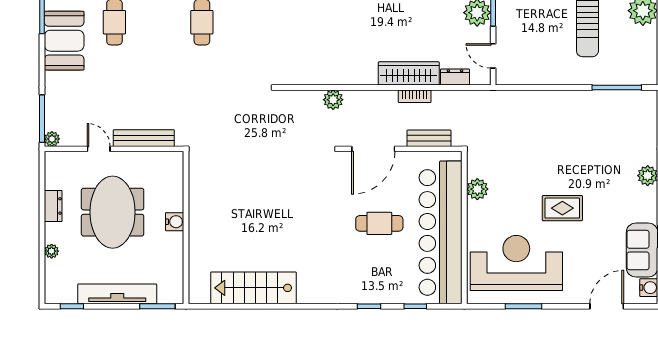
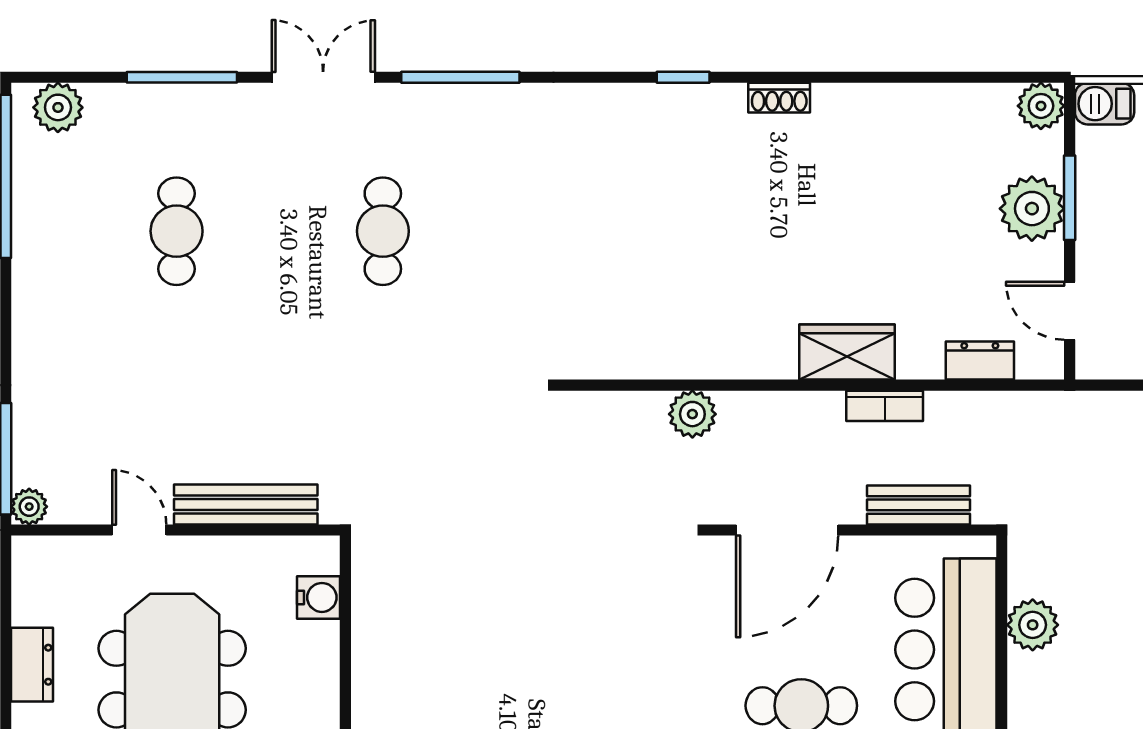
booth: (64, 41) -> (58, 275), removed
wardrobe: (409, 73) -> (847, 352), width x0.67
water cooler: (175, 222) -> (318, 597), moved

